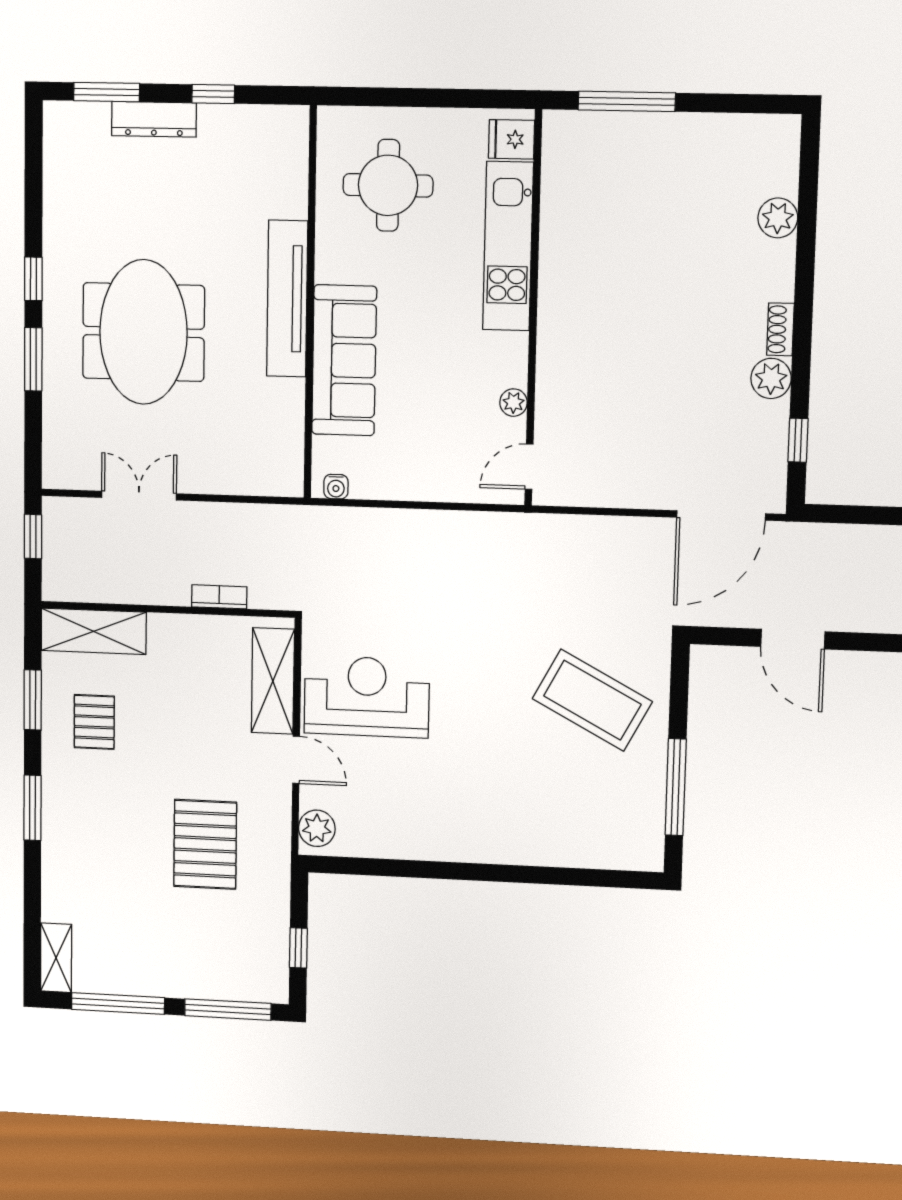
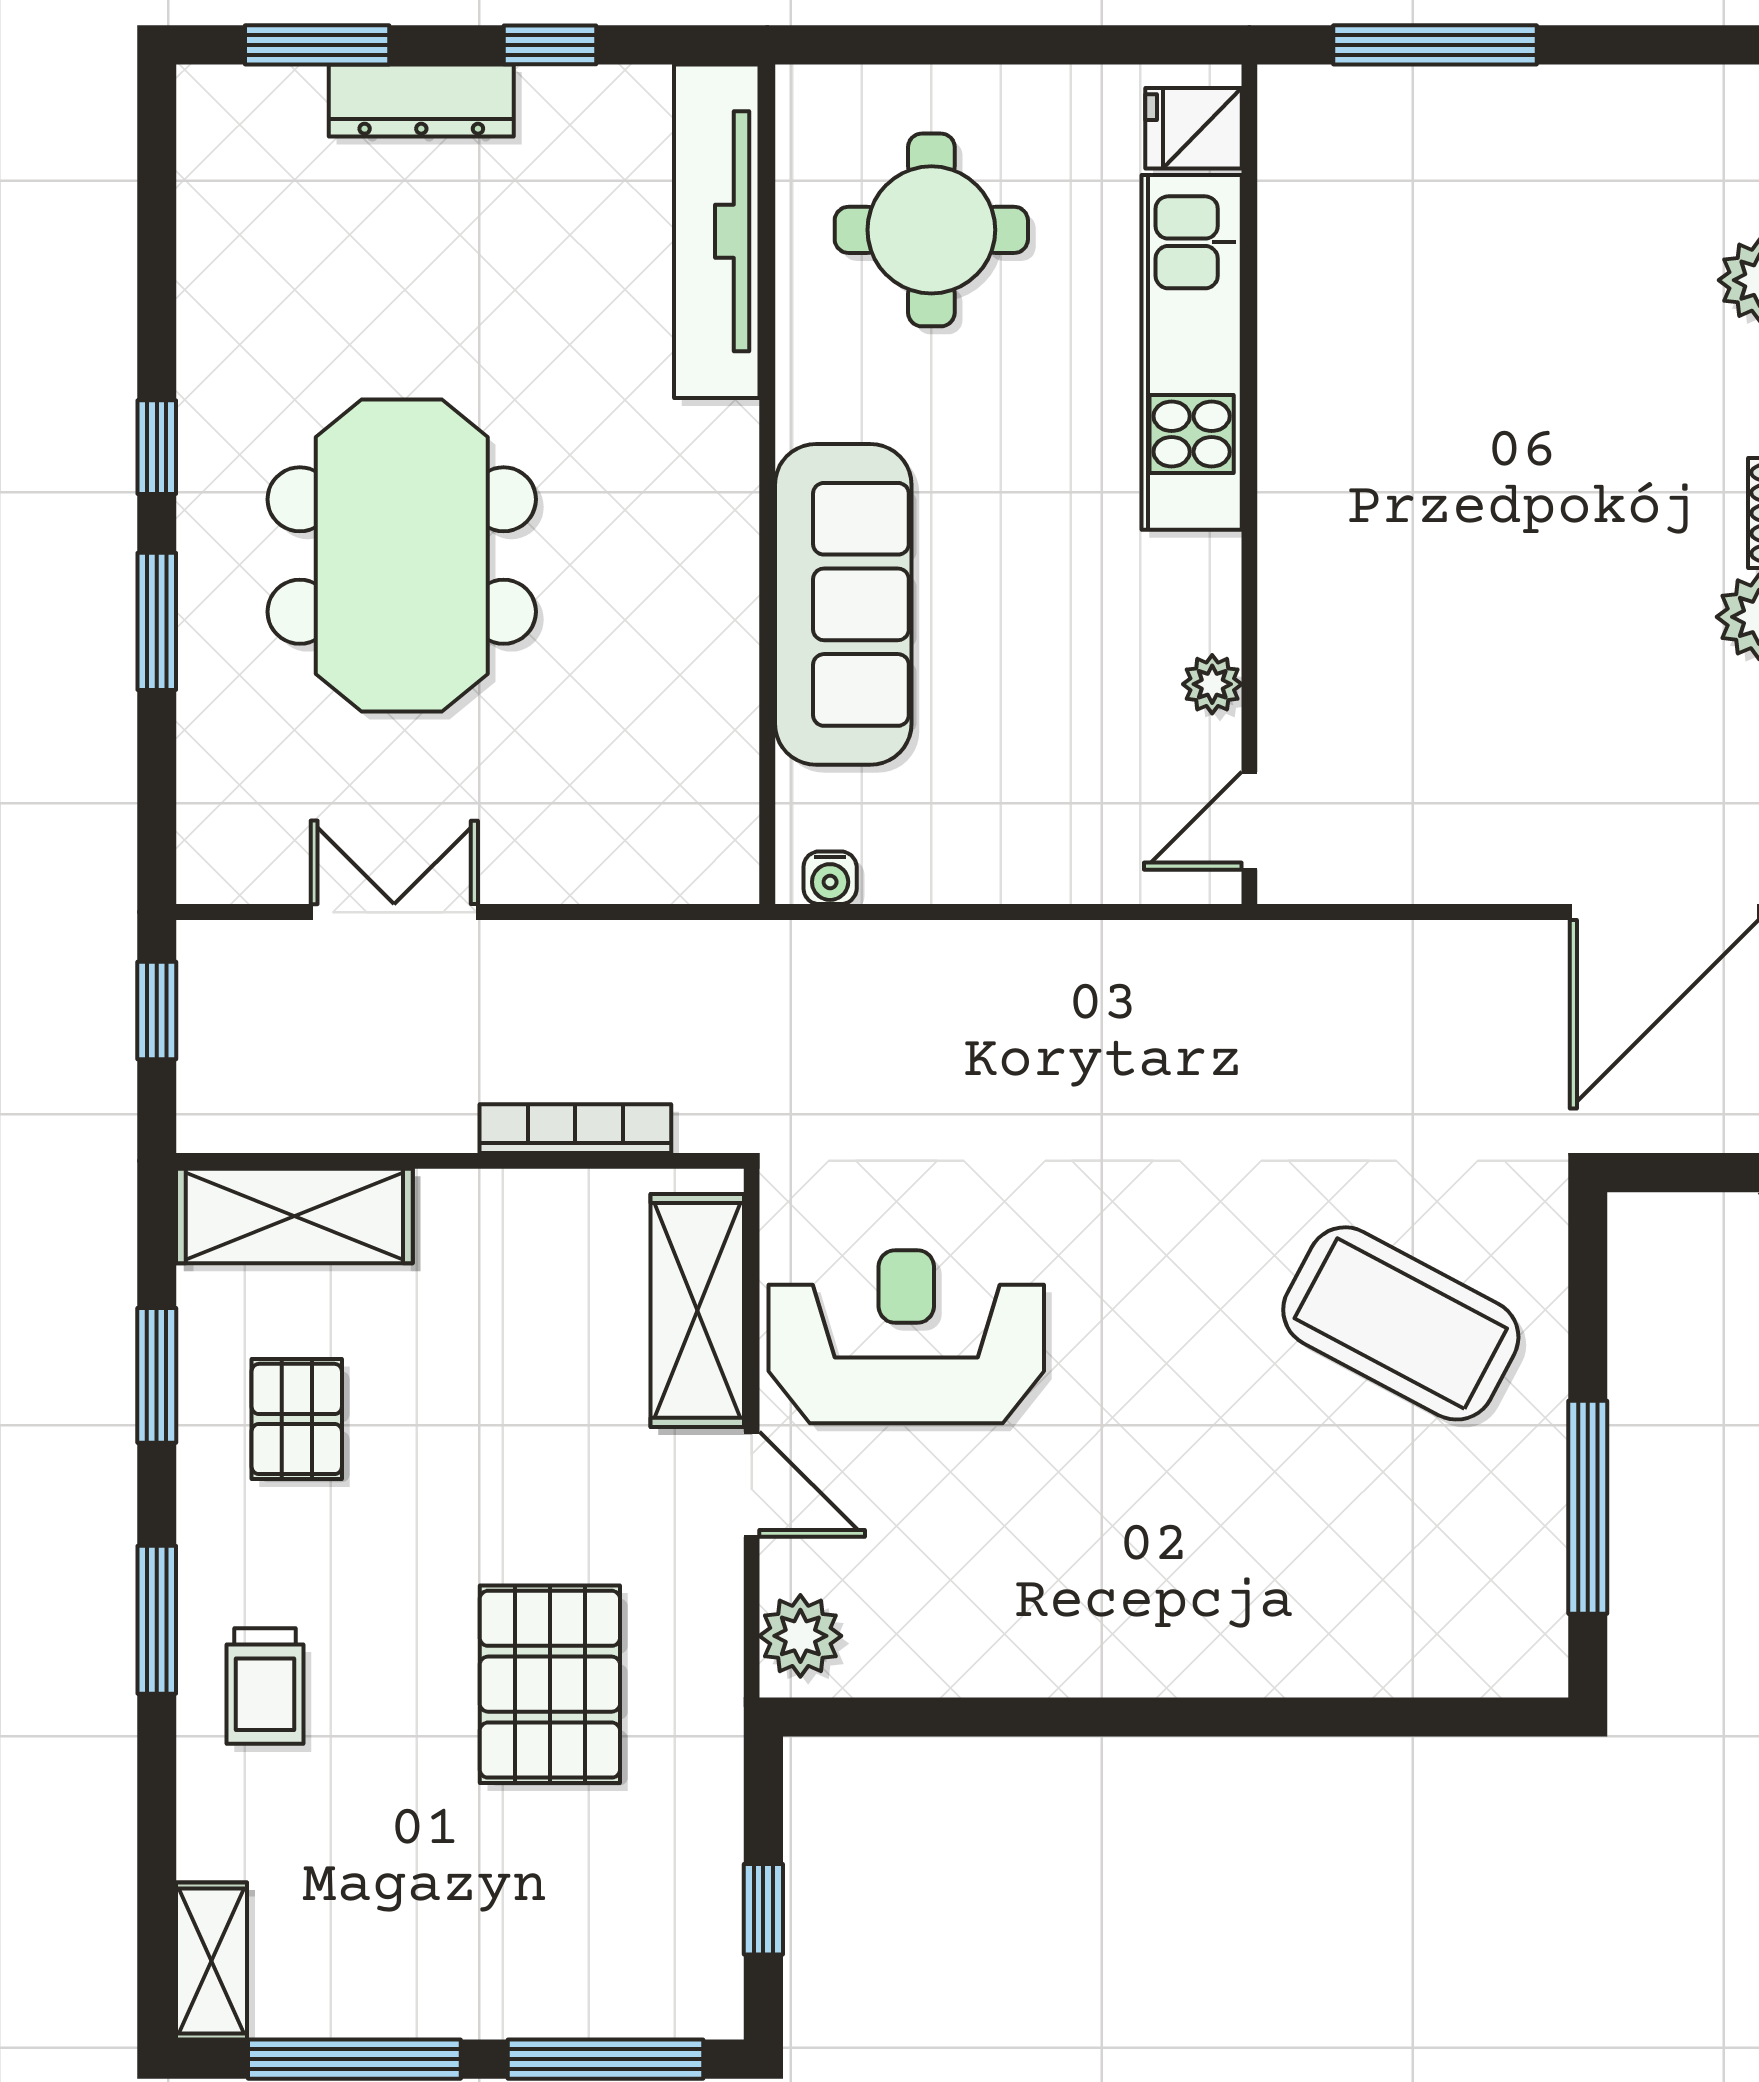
tv unit: (287, 299) -> (717, 231), moved
bookcase: (219, 597) -> (575, 1129), width x1.56
trolley: (80, 839) -> (265, 1686), added

